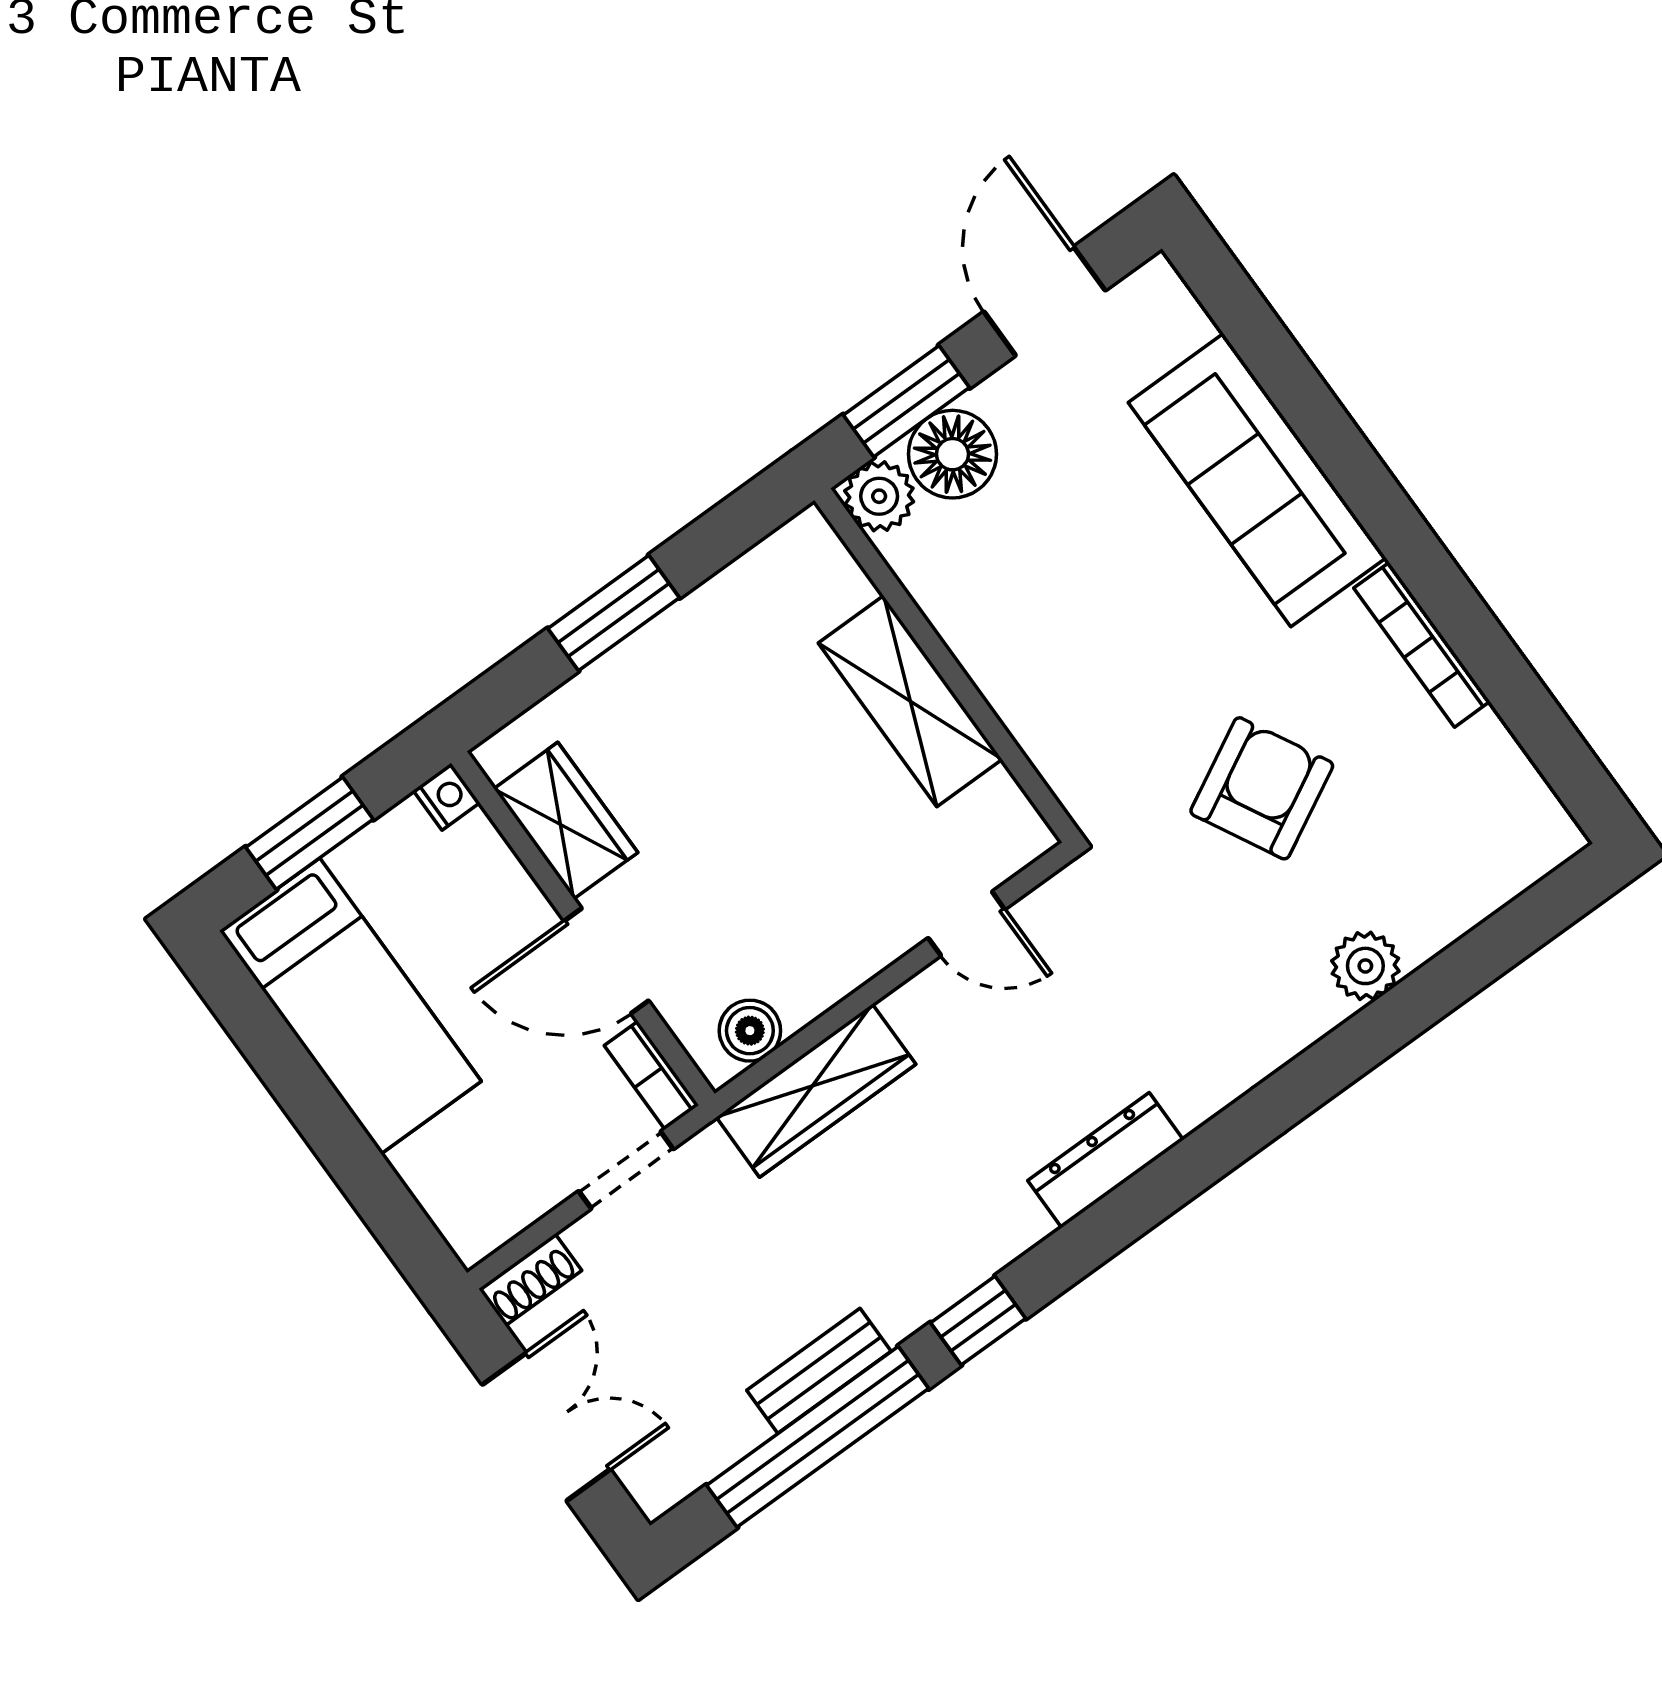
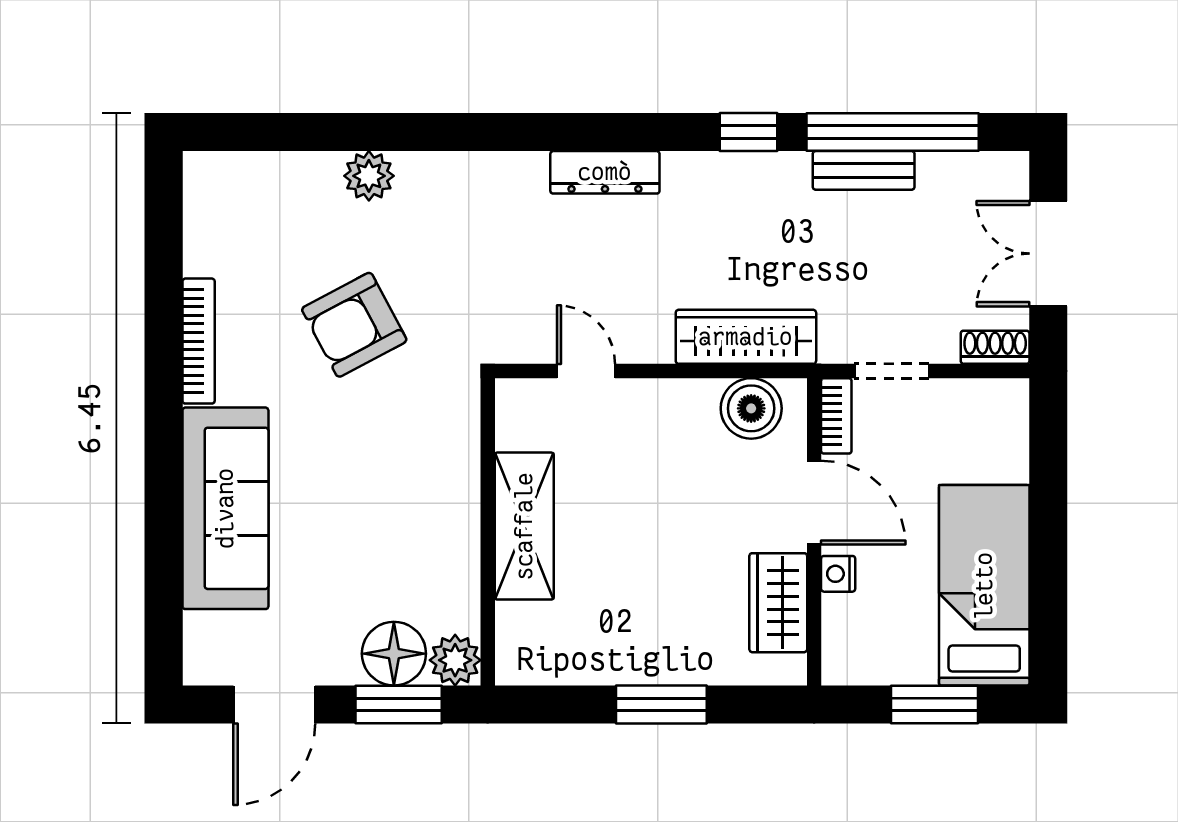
nightstand: (447, 797) -> (838, 574), moved
boiler: (750, 1031) -> (751, 408), width x1.36, depth x1.36

